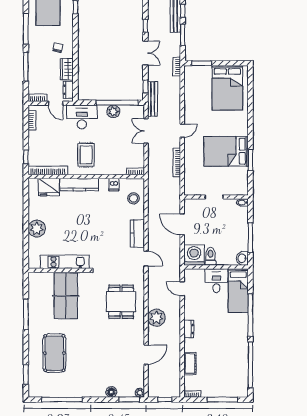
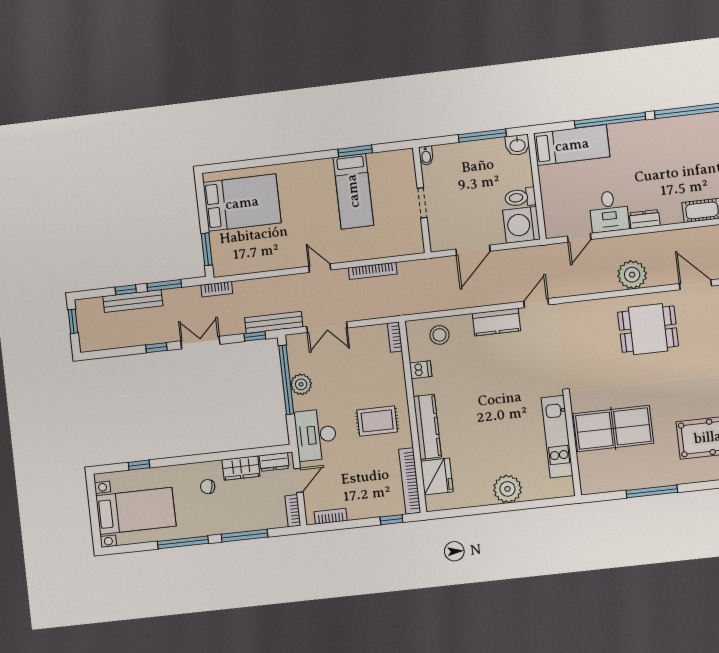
bed: (226, 151) -> (353, 191), width x0.67
desk: (216, 281) -> (609, 211), moved, turned -90
dining table: (121, 302) -> (648, 329), moved

